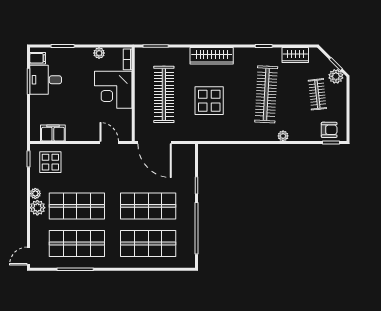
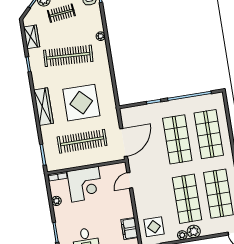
display table: (209, 101) -> (81, 103), width x1.36, depth x1.36

